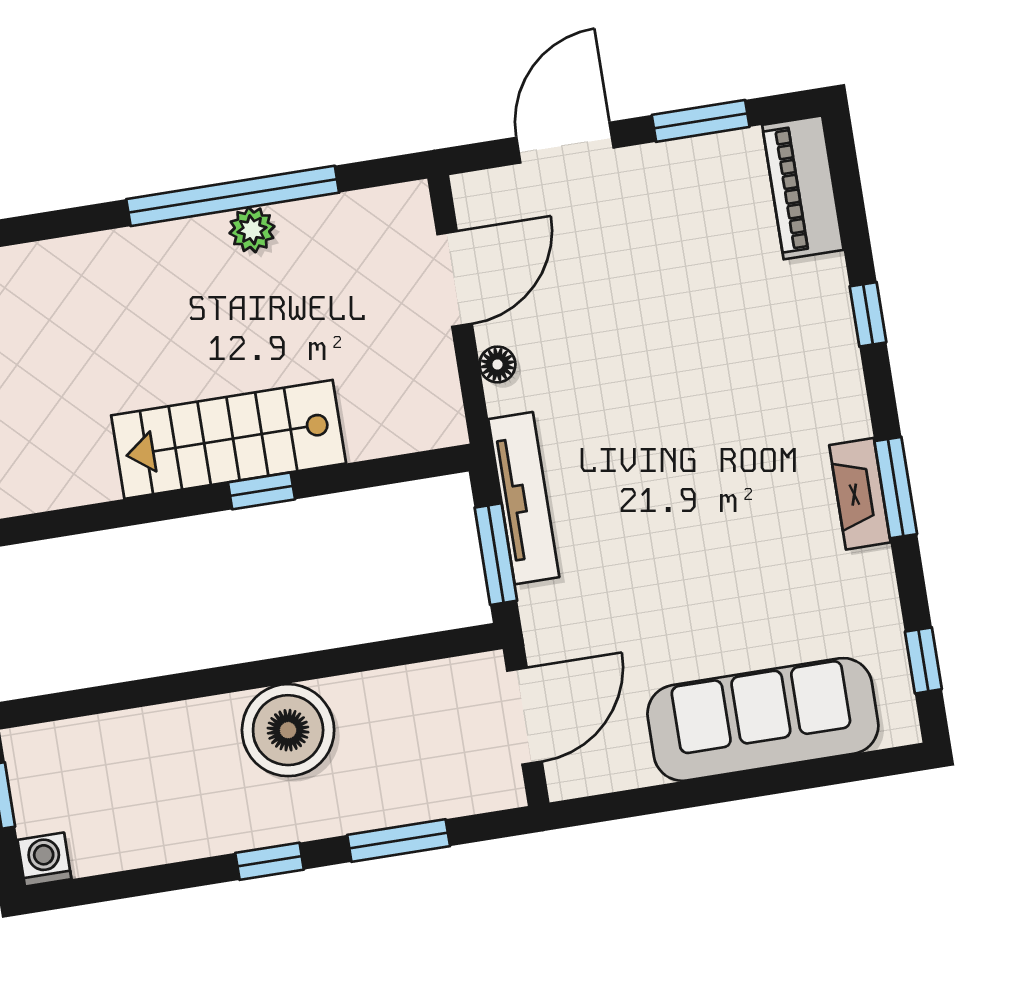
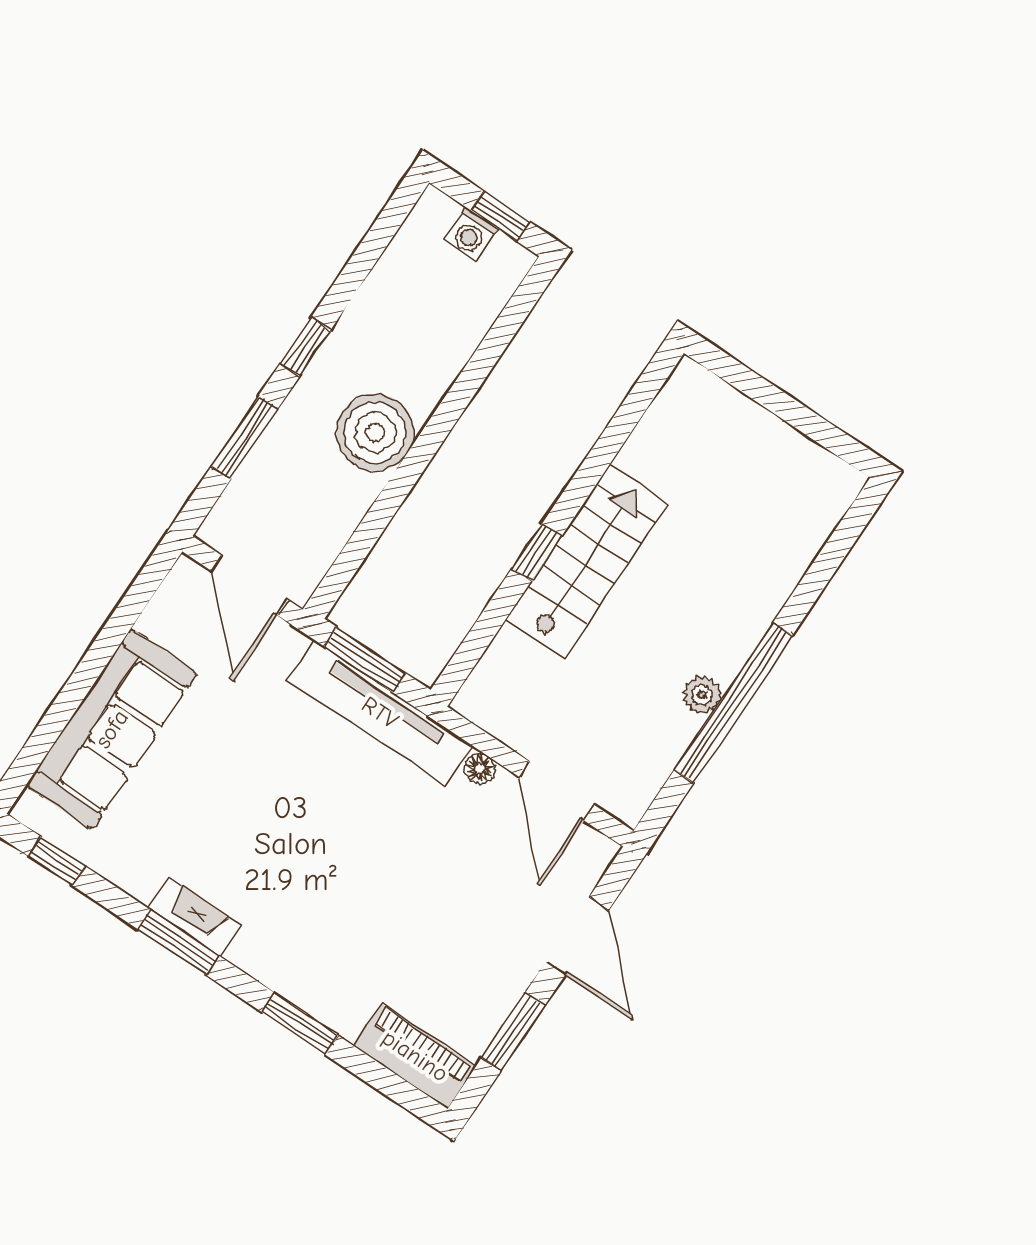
window: (868, 314) -> (300, 1024), width x1.50
tv unit: (524, 498) -> (380, 713), width x1.36, depth x1.29
washing machine: (44, 859) -> (471, 234), moved, turned 90

